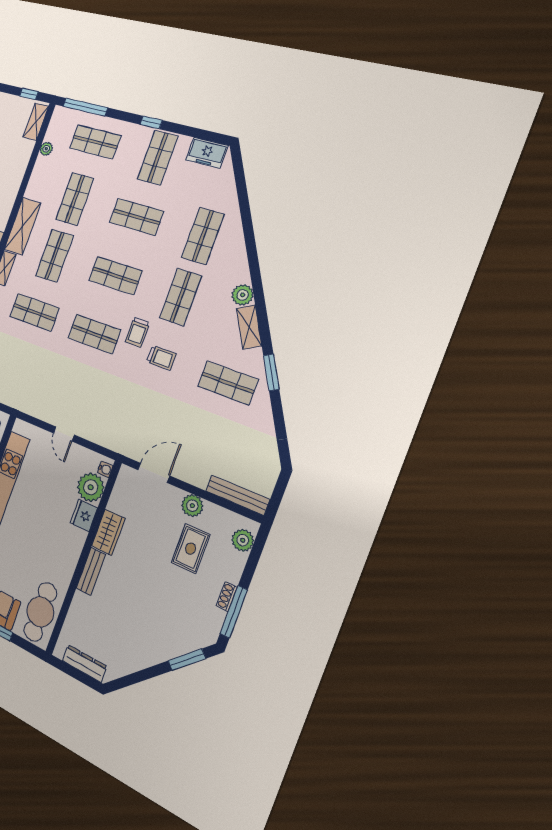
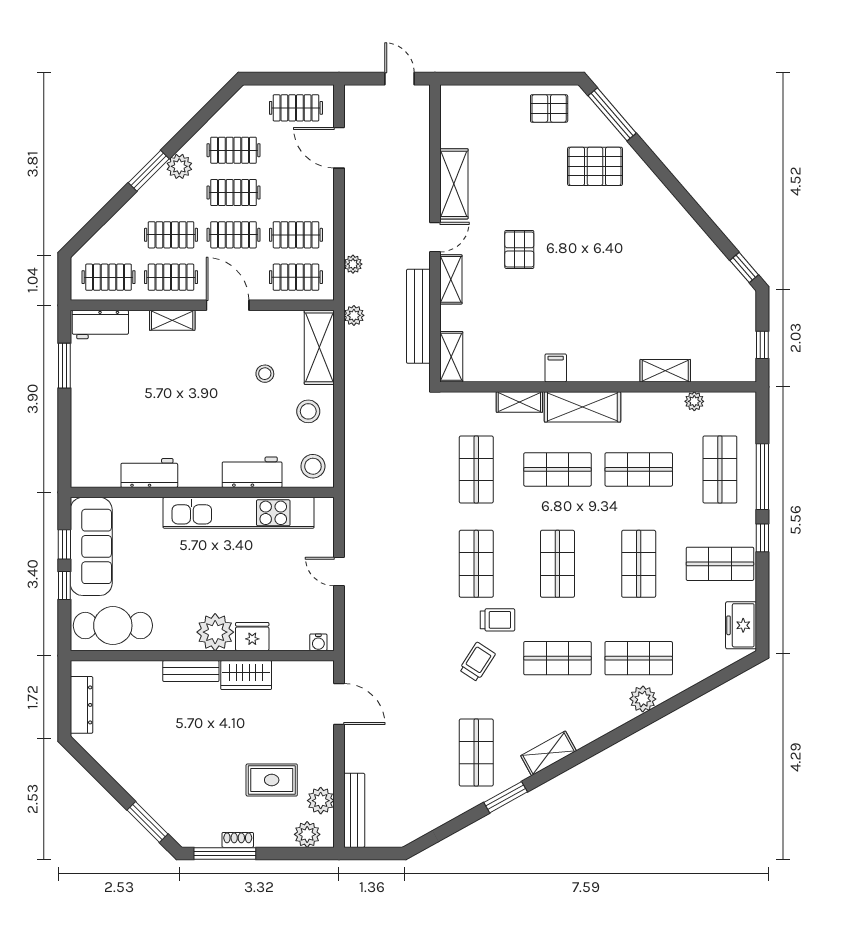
window: (85, 107) -> (762, 477), moved
shelving: (36, 122) -> (665, 371), moved
plant: (243, 295) -> (643, 699), moved
trolley: (137, 332) -> (497, 620), turned 180
trolley: (161, 358) -> (477, 662), turned -147
door: (64, 434) -> (339, 572), hinge flipped
plant: (91, 487) -> (215, 632), moved
plant: (192, 506) -> (321, 801), moved

